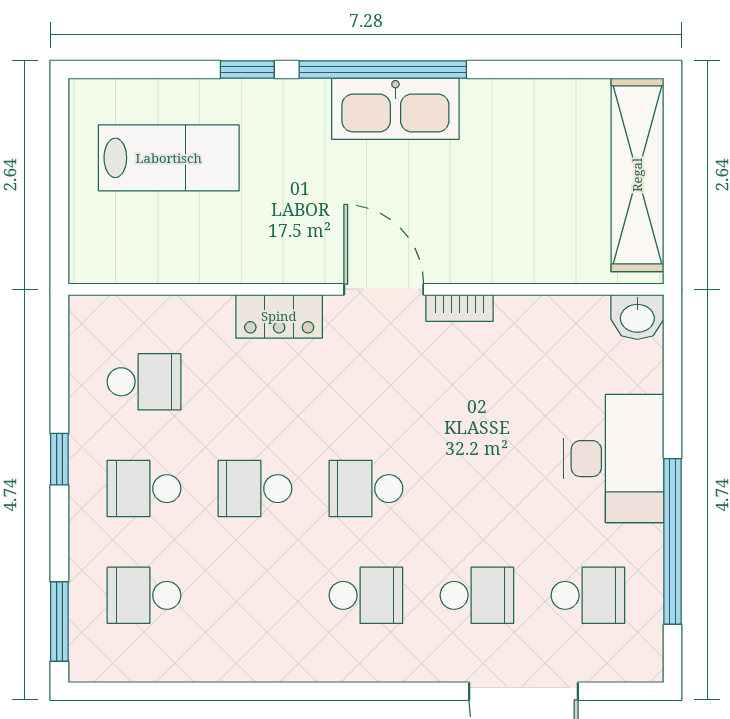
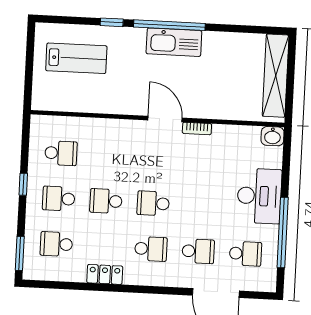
locker: (279, 316) -> (105, 274), moved, turned 180

